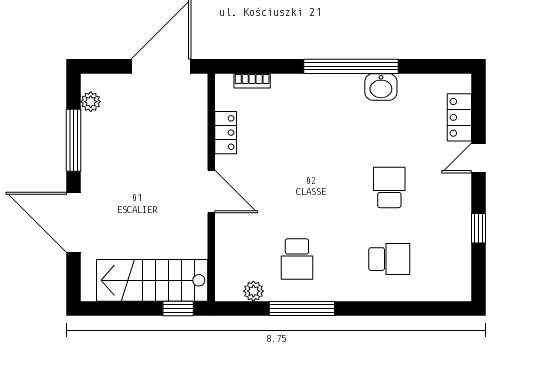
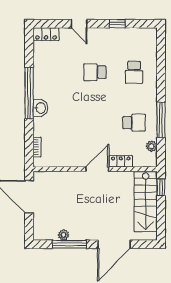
washbasin: (381, 87) -> (40, 108), moved
plant: (91, 102) -> (64, 235), moved
locker: (459, 117) -> (46, 34), moved
locker: (226, 133) -> (121, 161), moved
school desk: (389, 259) -> (134, 72), turned 180

